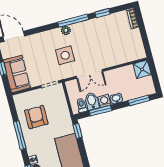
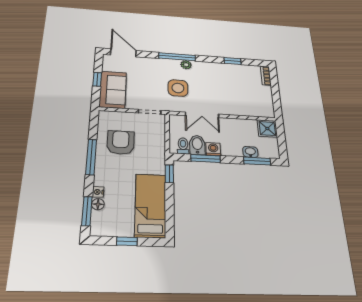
window: (73, 21) -> (177, 57), moved
washbasin: (116, 99) -> (250, 152), moved

